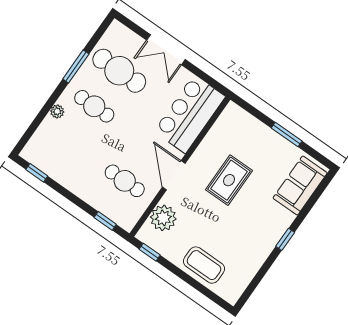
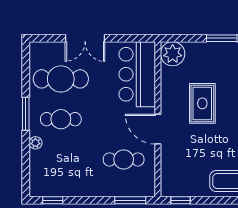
window: (76, 67) -> (26, 114), moved
plant: (163, 218) -> (173, 54), moved
window: (105, 221) -> (130, 200), width x1.50

